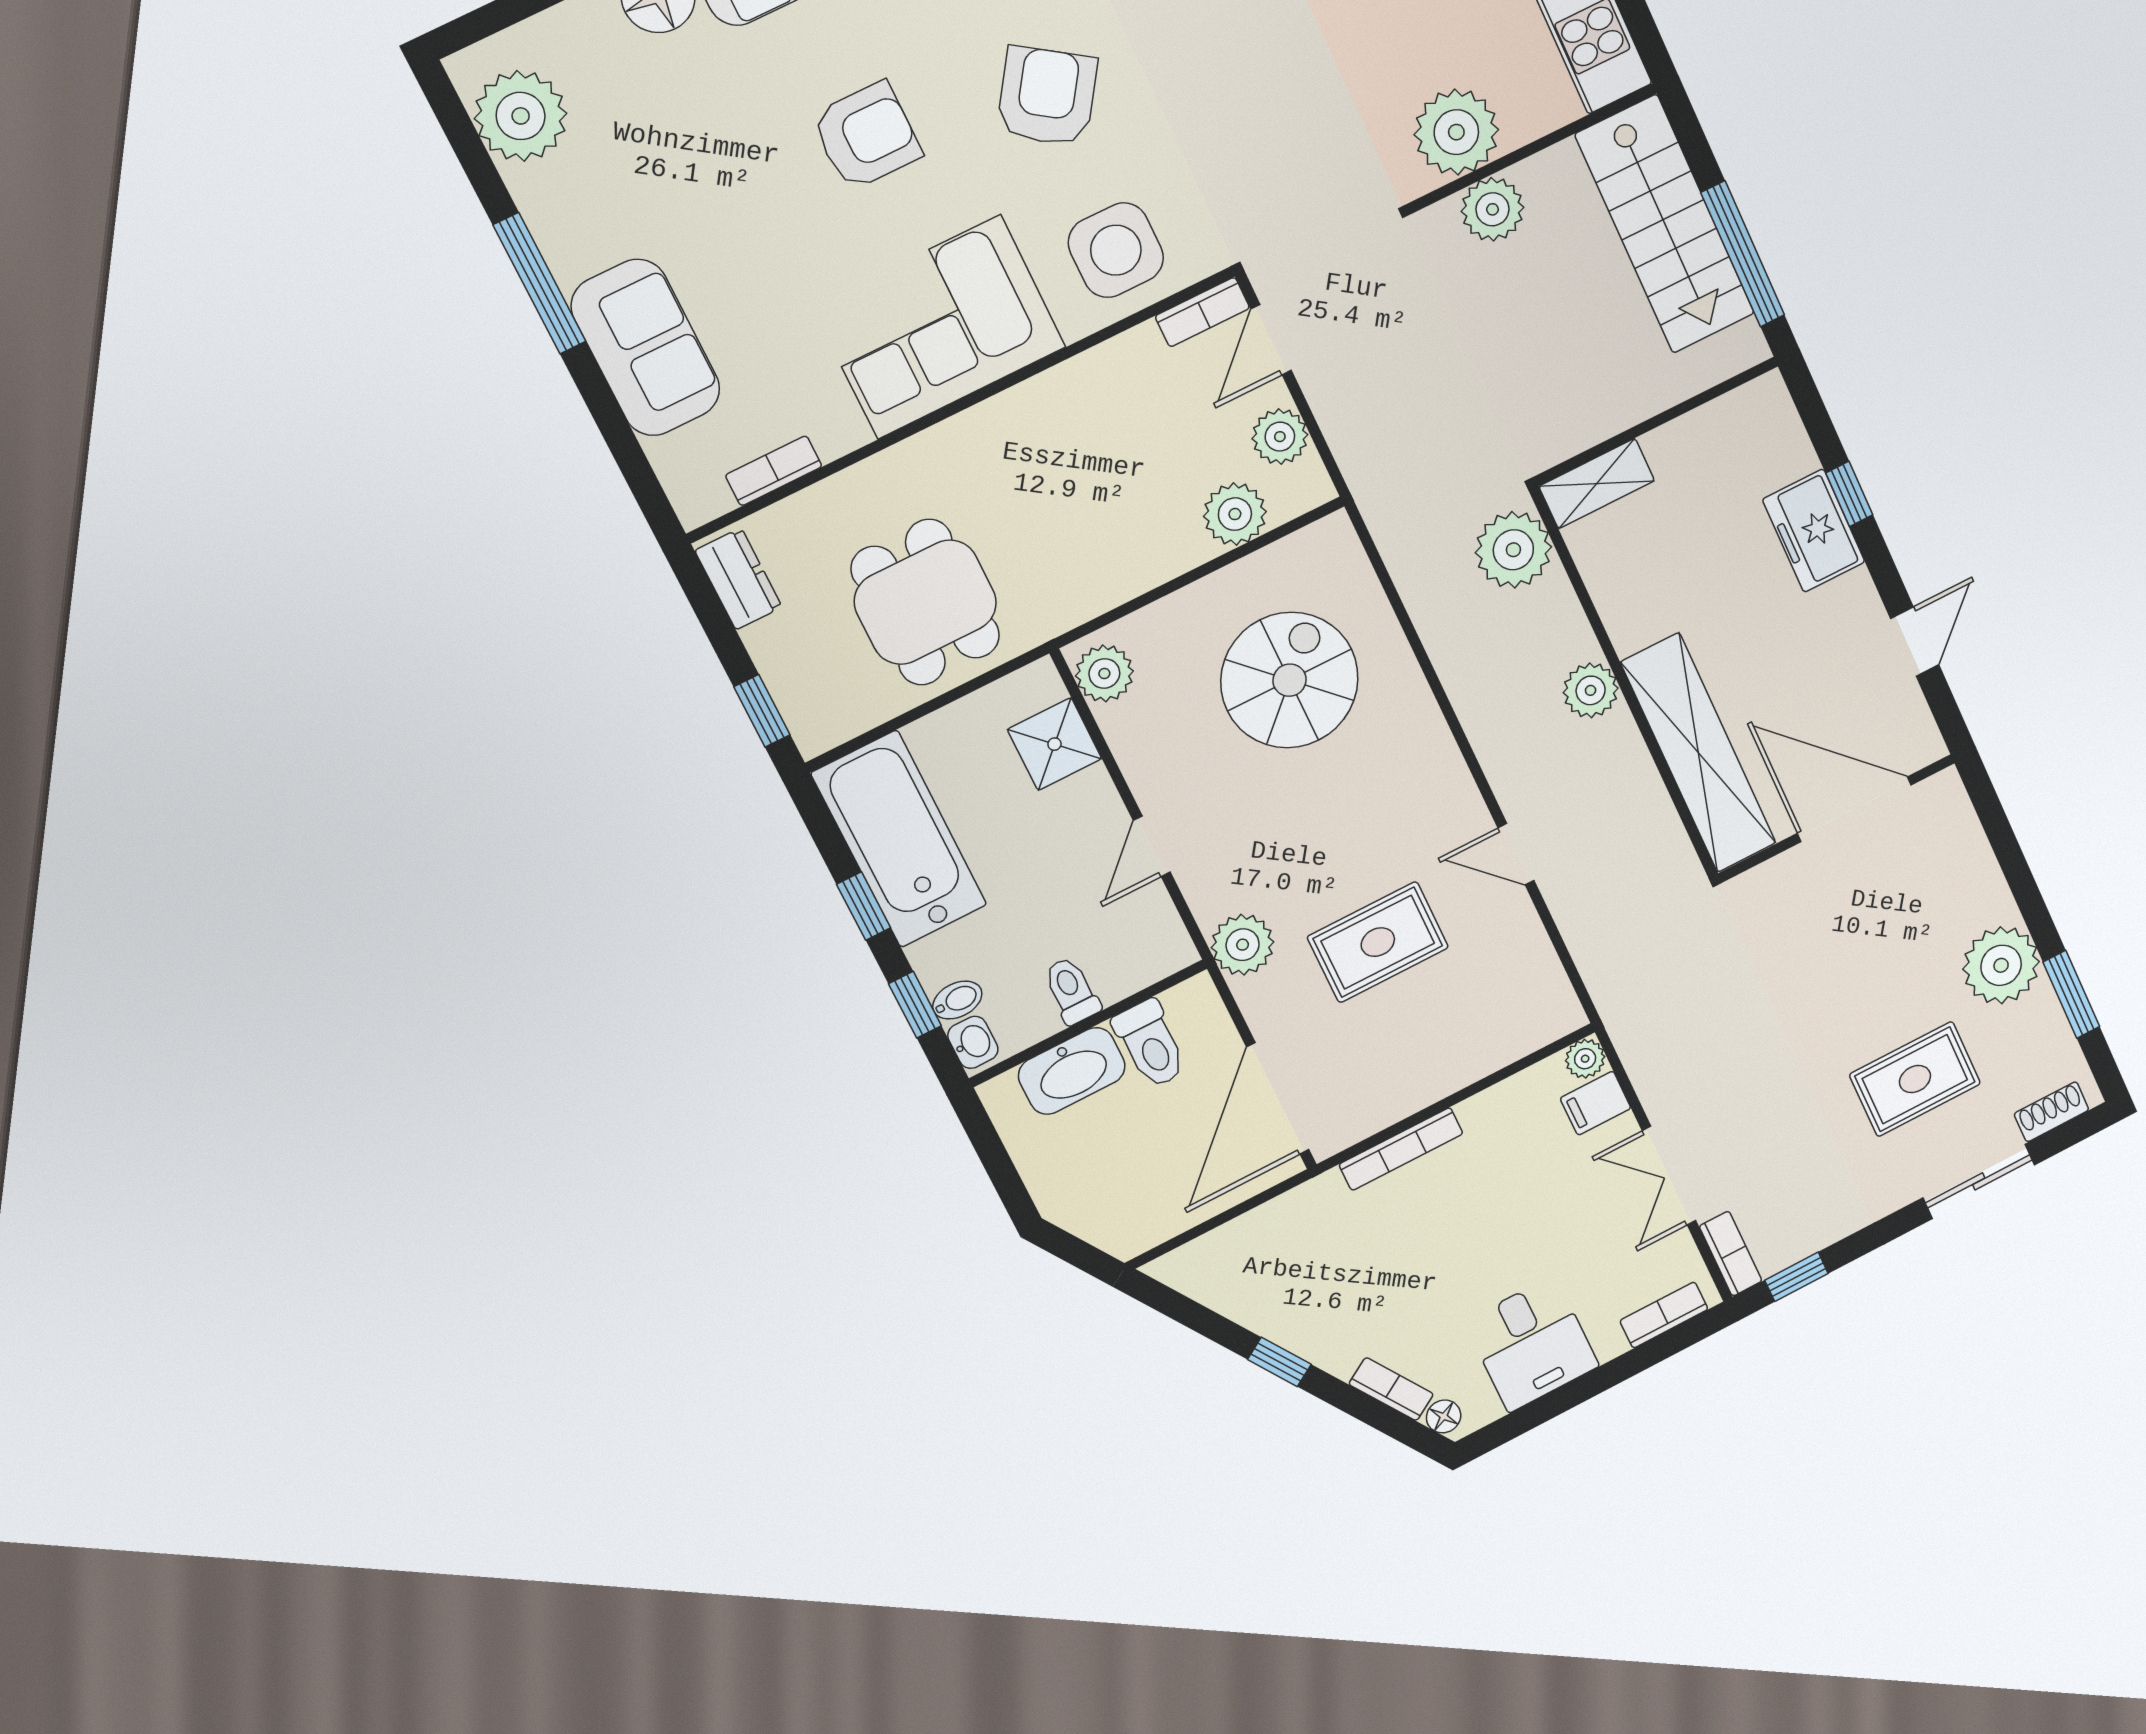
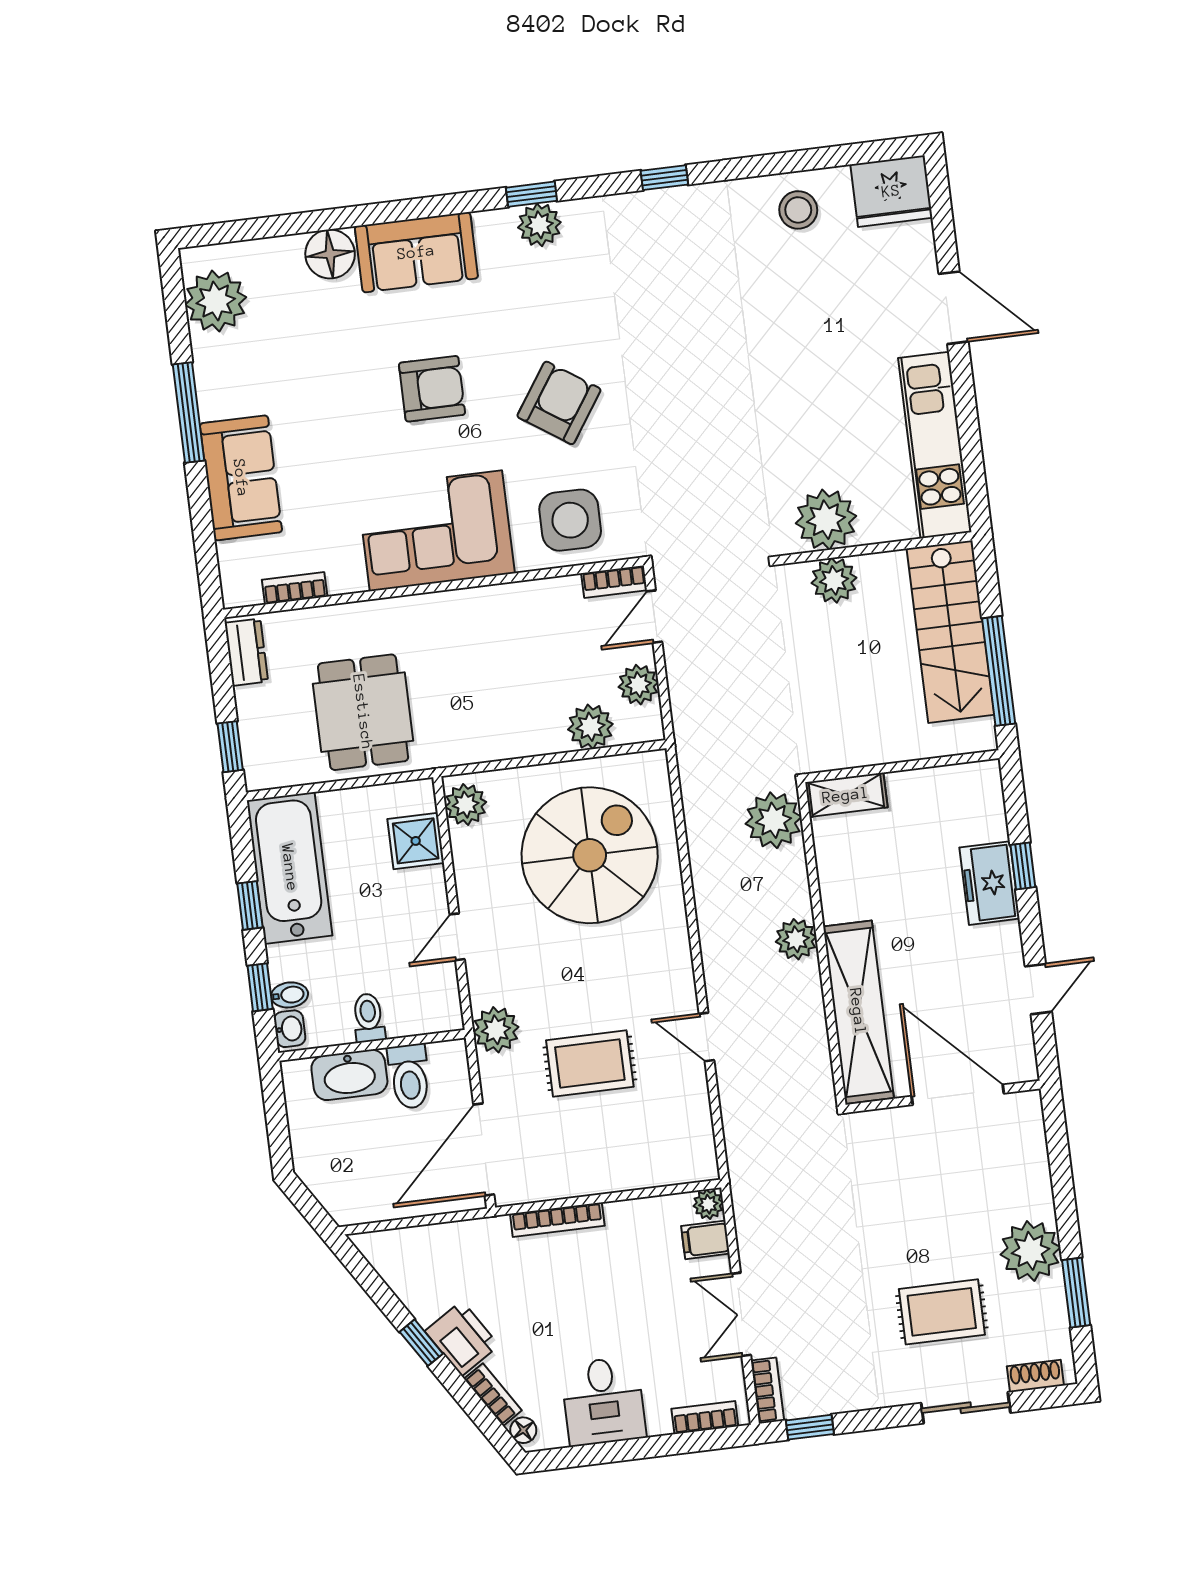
spiral stairs: (1290, 680) -> (590, 855), width x1.37, depth x1.37
printer: (1329, 1337) -> (462, 1338), added

